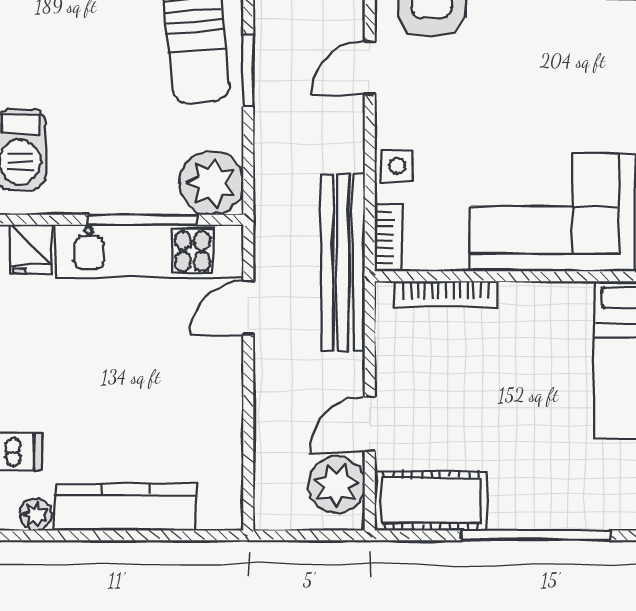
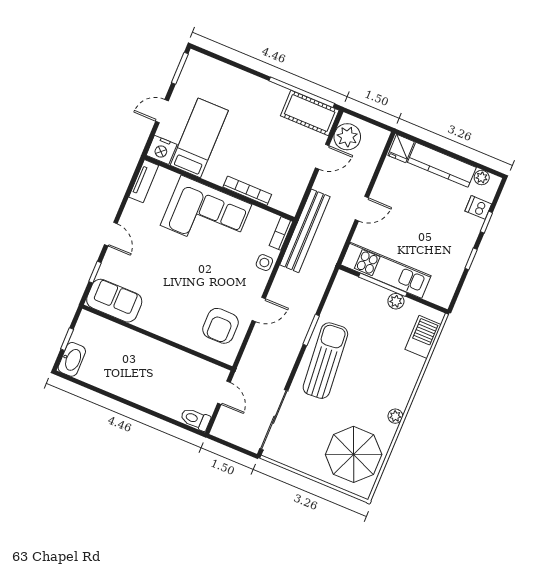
plant: (212, 183) -> (396, 301), moved, width x0.53, depth x0.53
fridge: (31, 249) -> (401, 149), moved, turned 180
bookcase: (446, 294) -> (247, 191), moved
door: (248, 308) -> (362, 209), moved
window: (536, 535) -> (302, 92), moved

